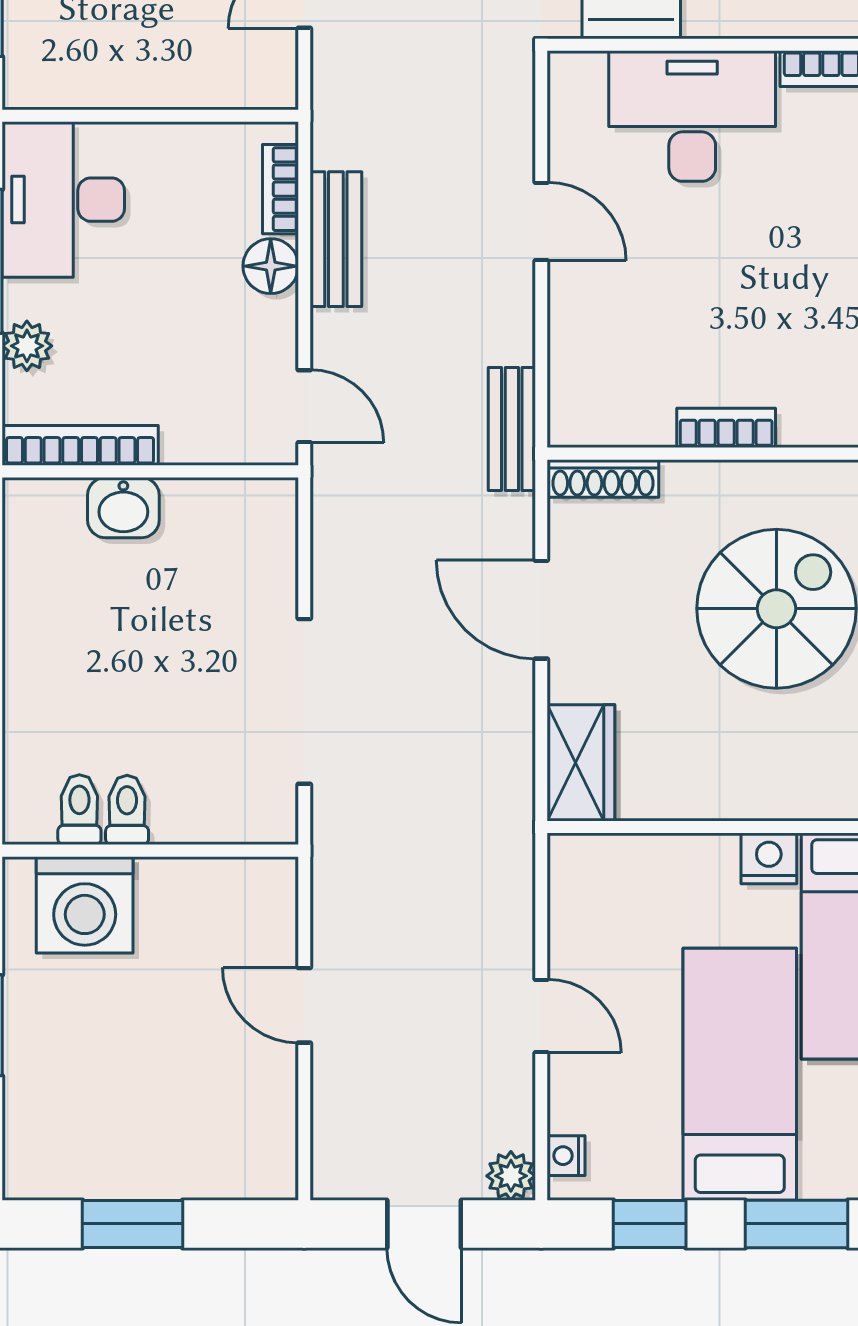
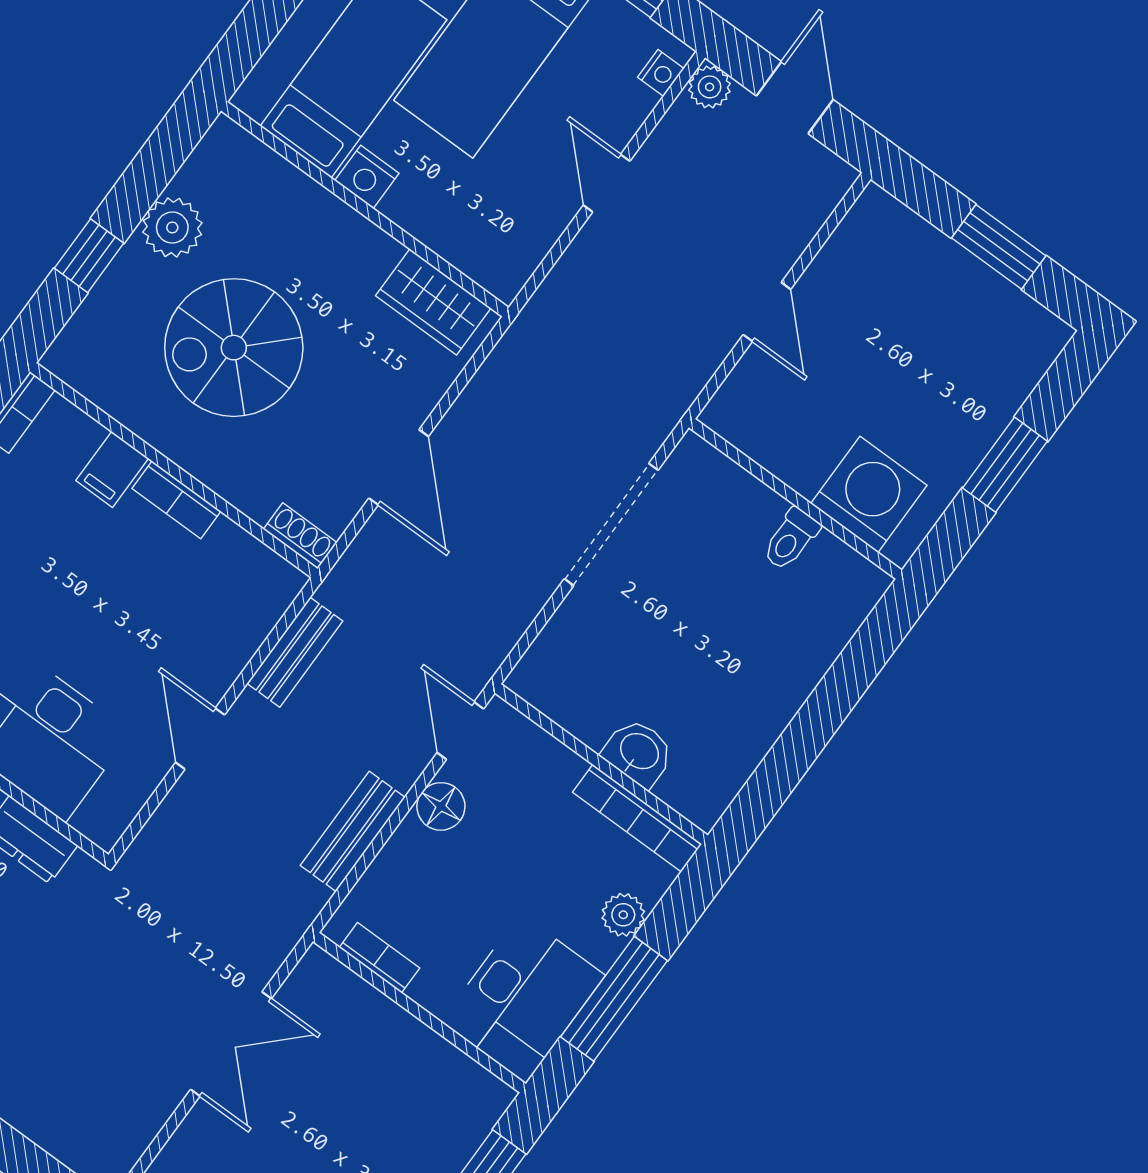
bookcase: (280, 189) -> (379, 958), moved, turned -90
floor lamp: (271, 266) -> (441, 806), moved
filing cabinet: (807, 412) -> (112, 469), added
bench: (512, 429) -> (295, 652), moved
shoe rack: (603, 478) -> (300, 536), width x0.70
wardrobe: (581, 763) -> (433, 302), moved, turned -90
toilet: (79, 810) -> (824, 564), removed

